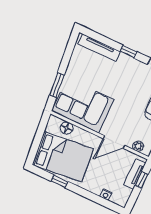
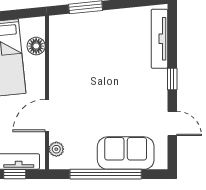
corner sofa: (83, 105) -> (75, 53), removed
door: (114, 142) -> (47, 115), hinge flipped

